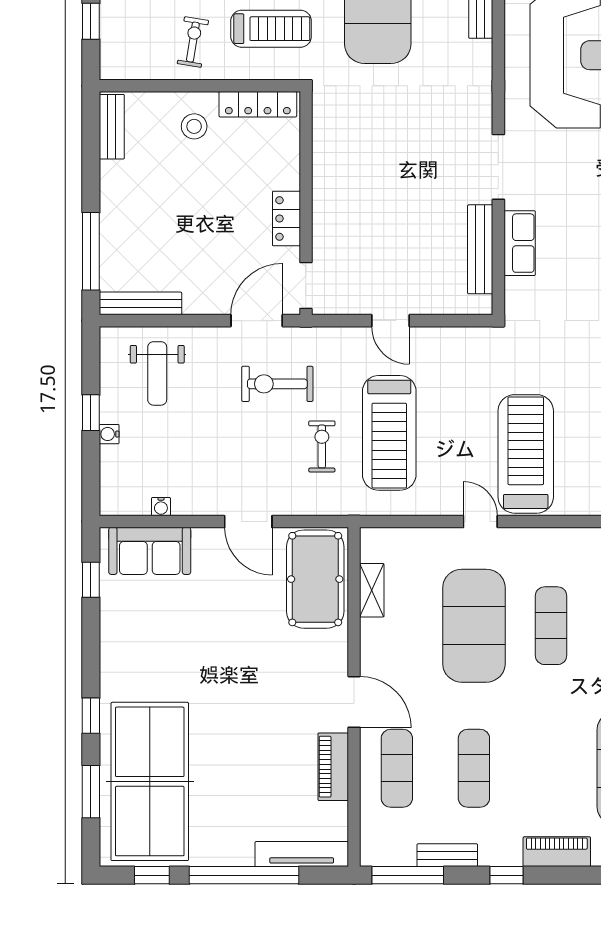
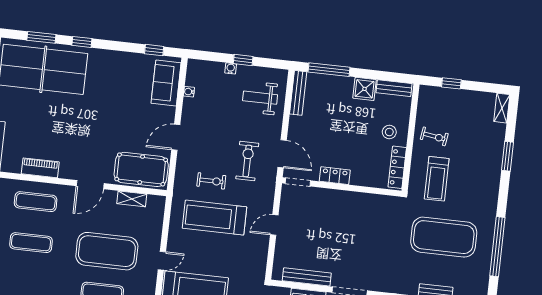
shower: (119, 181) -> (365, 89), added
door: (354, 702) -> (90, 185), moved

